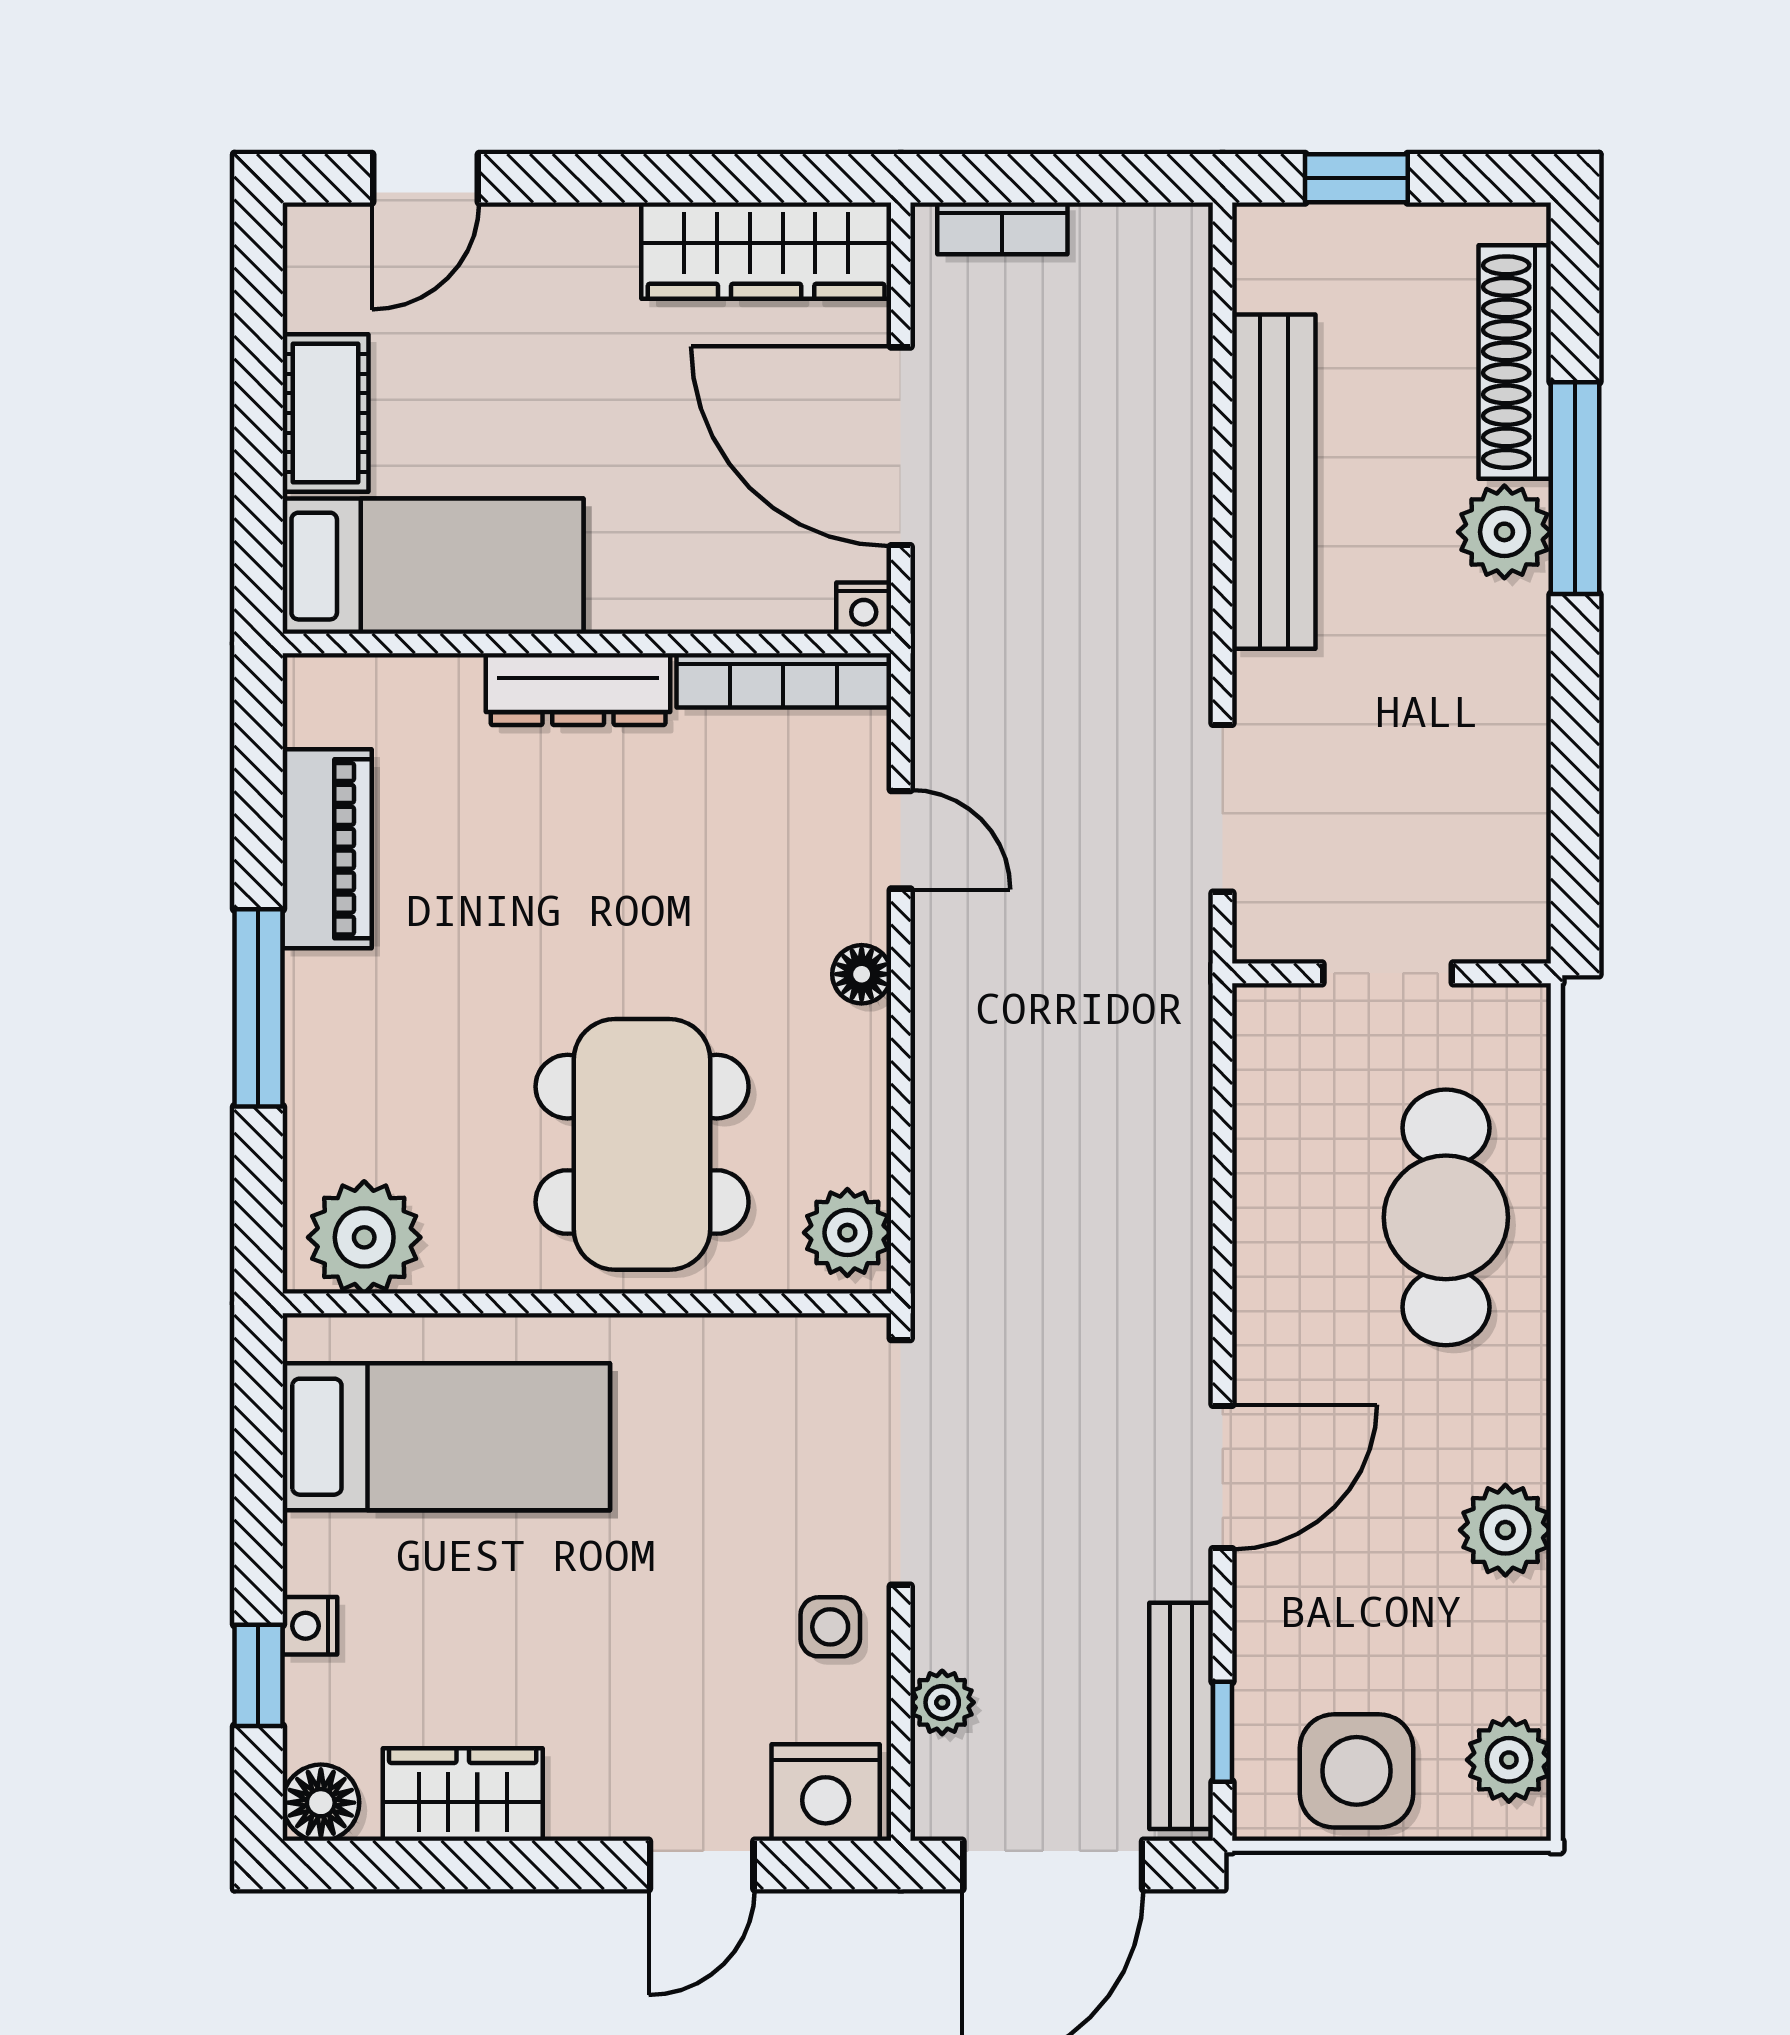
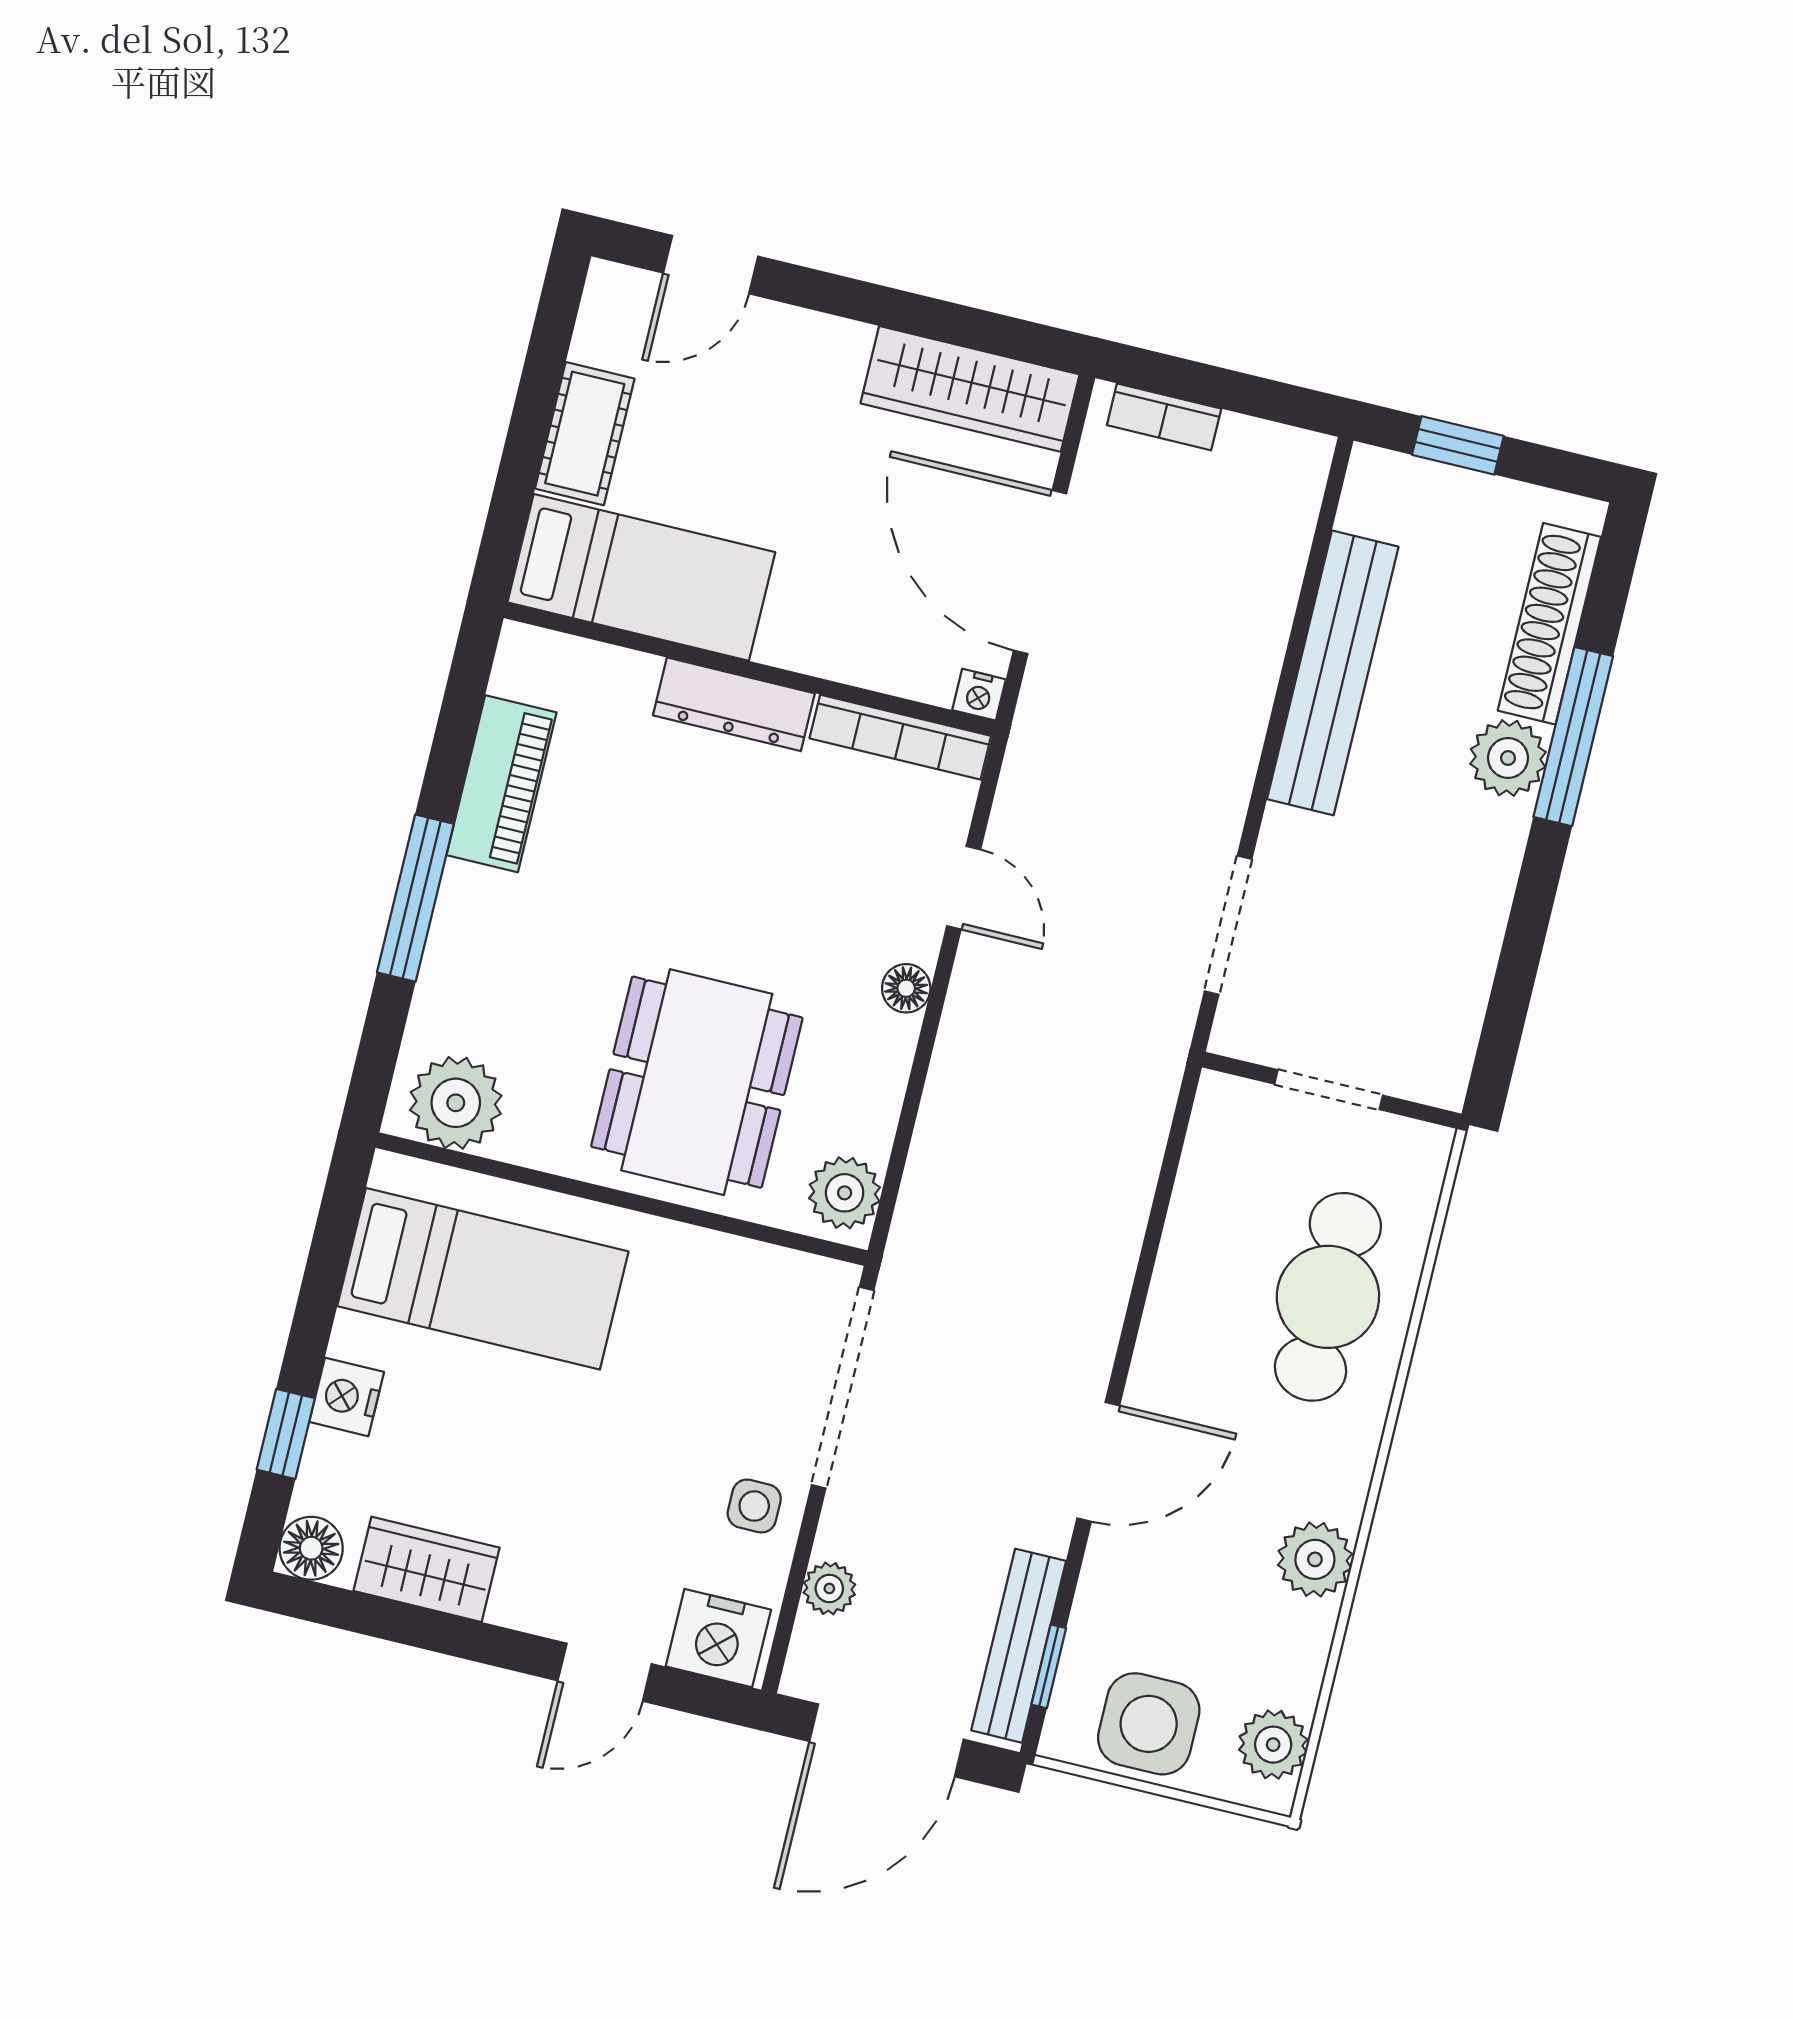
nightstand: (310, 1626) -> (347, 1397), width x1.39, depth x1.35

